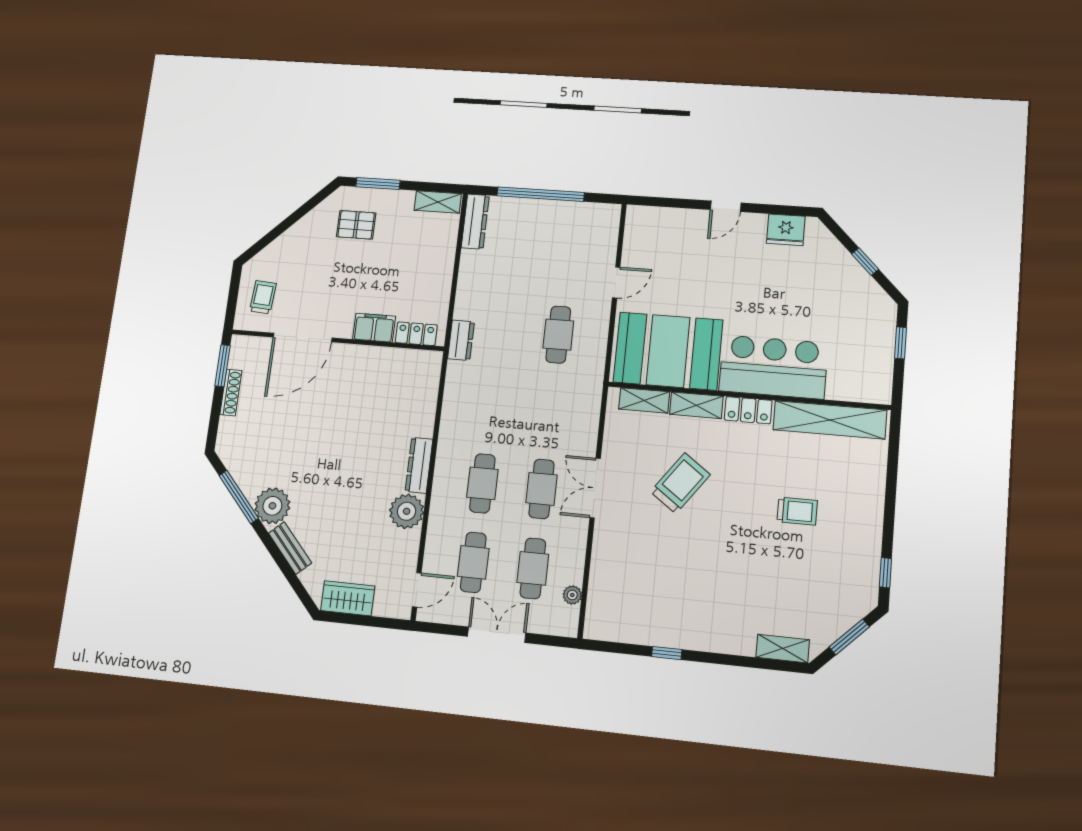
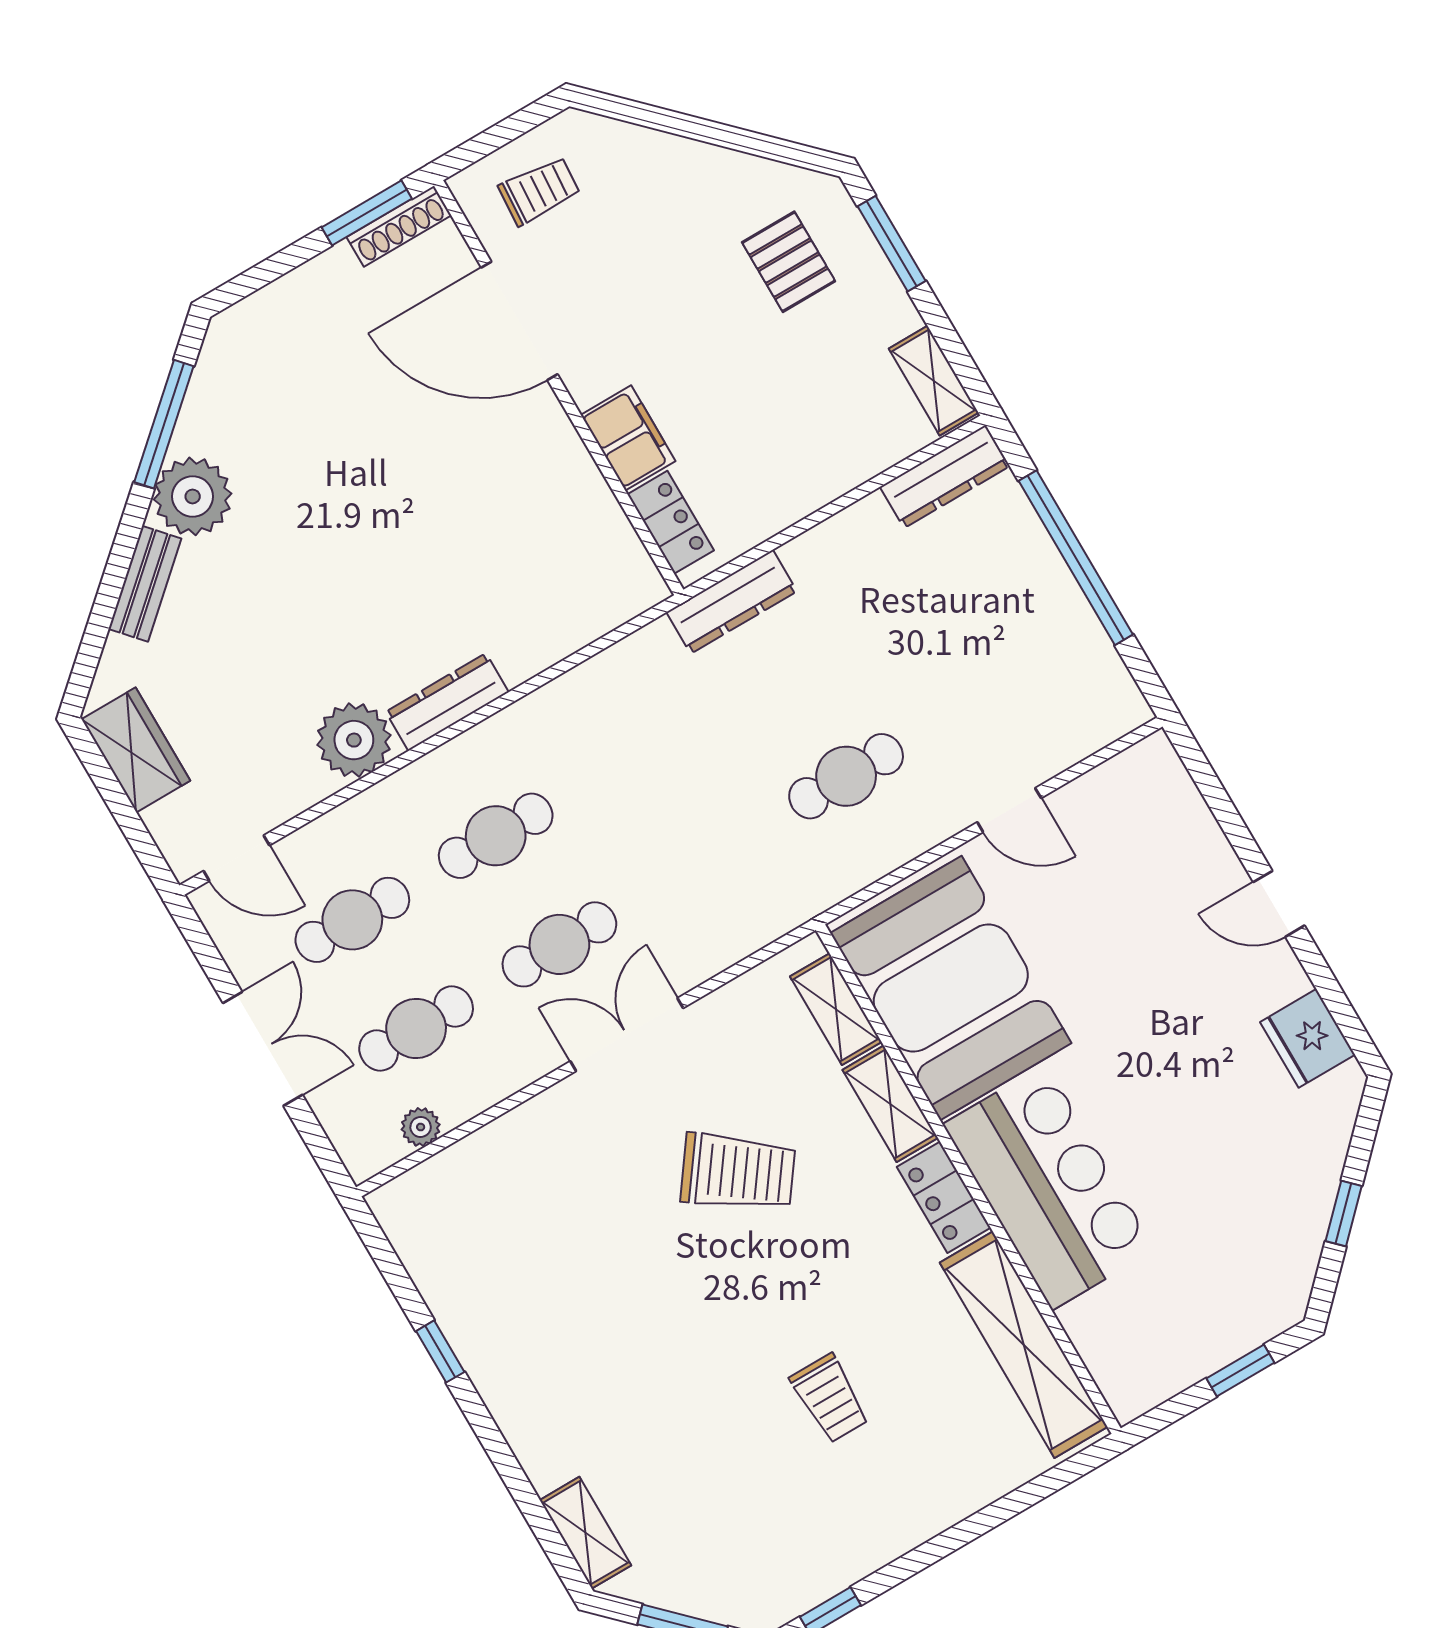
dresser: (461, 340) -> (732, 602), width x1.44
shoe rack: (231, 392) -> (399, 226), moved

